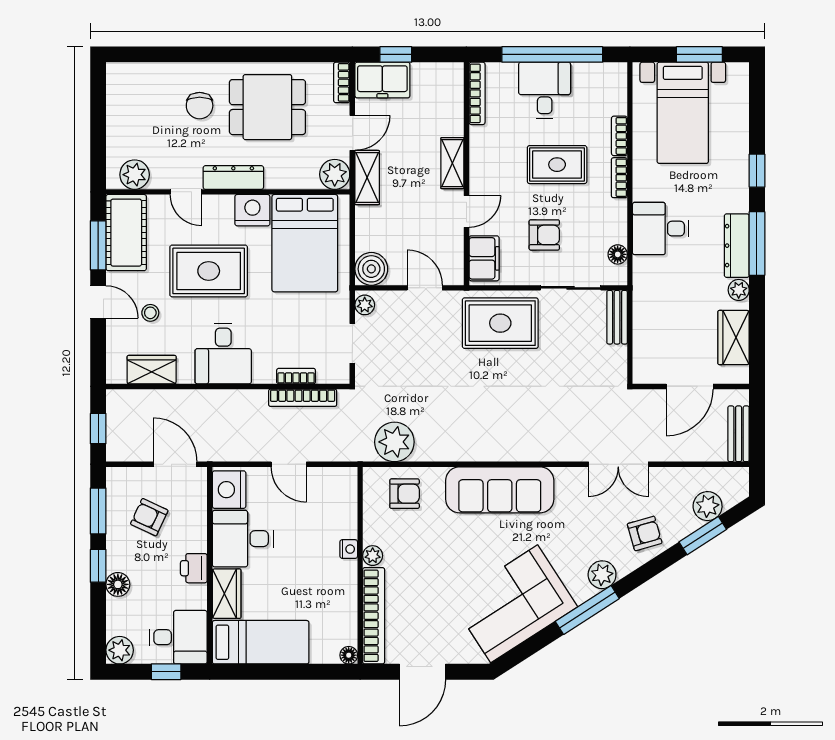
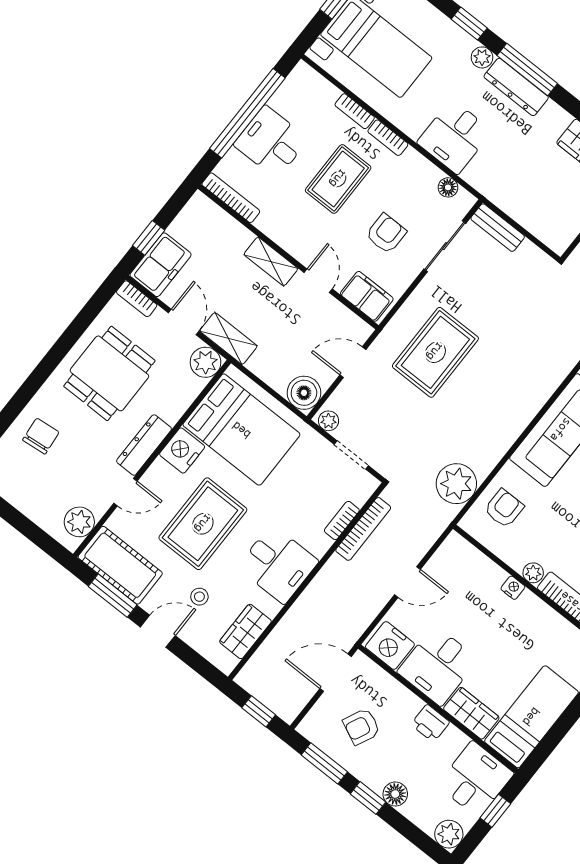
chair: (200, 106) -> (41, 436), moved, turned -96
plant: (739, 290) -> (482, 57), moved
rug: (500, 323) -> (435, 352), moved

